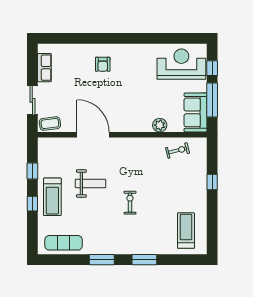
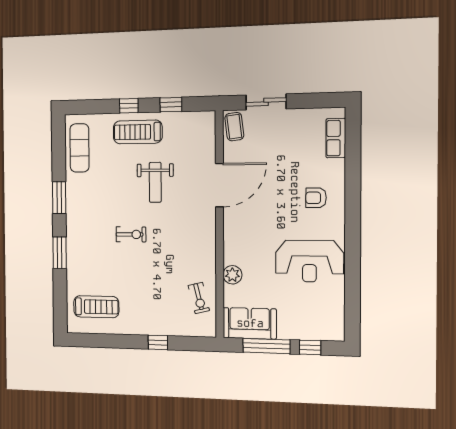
reception desk: (181, 64) -> (309, 261), moved, turned 90
row of seats: (44, 68) -> (336, 138), moved, turned 90

